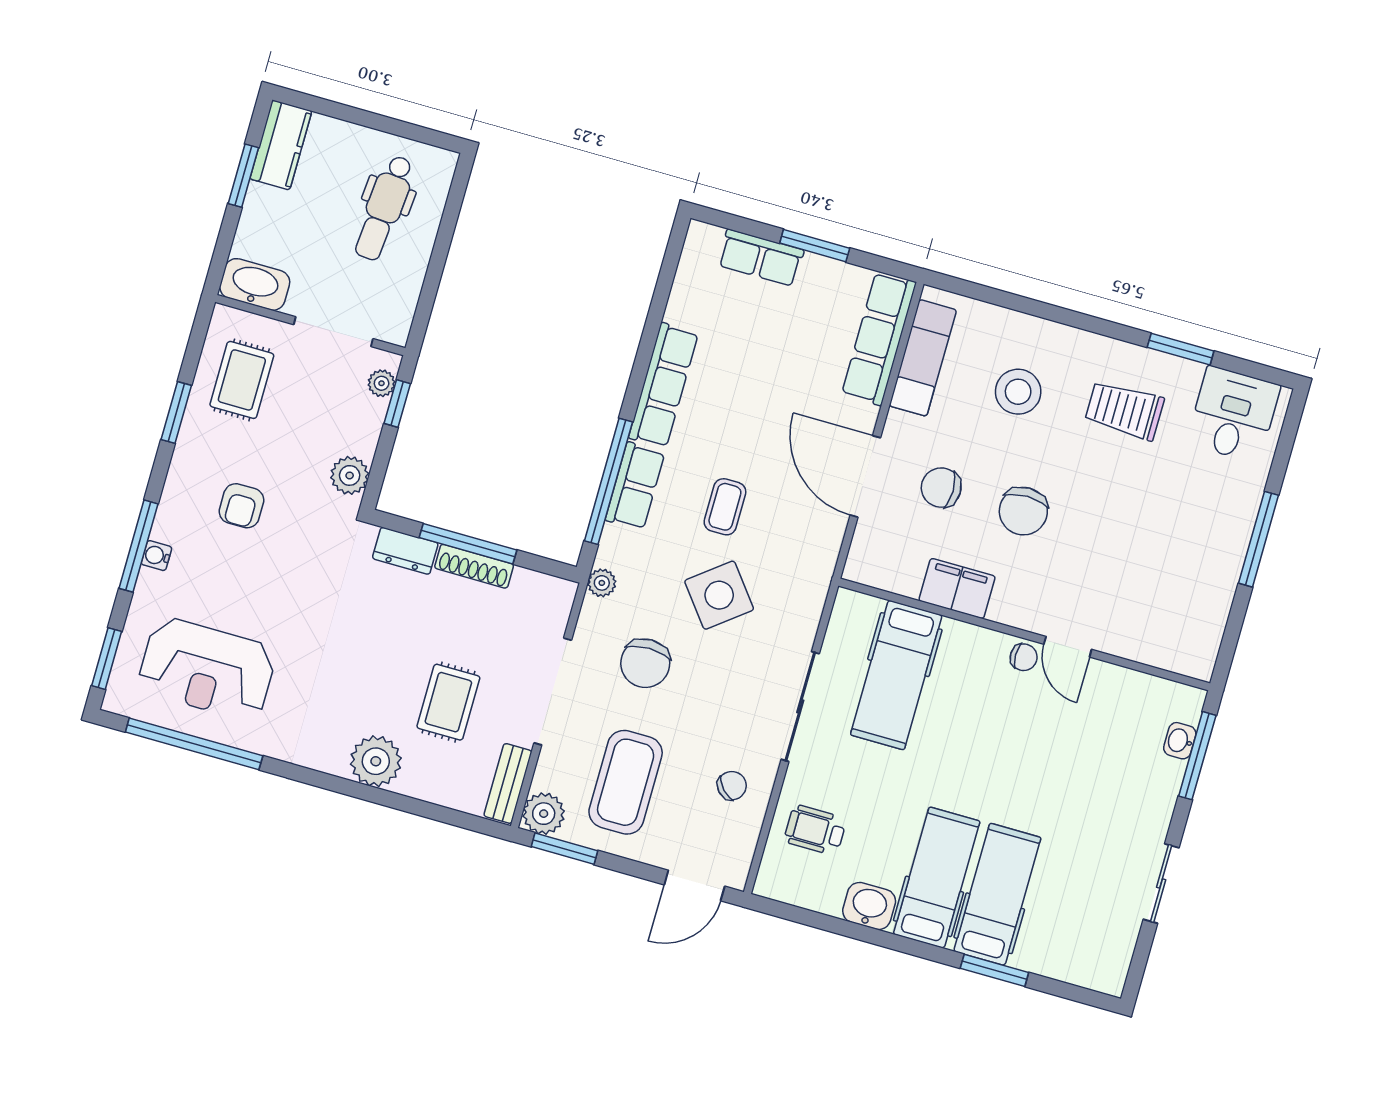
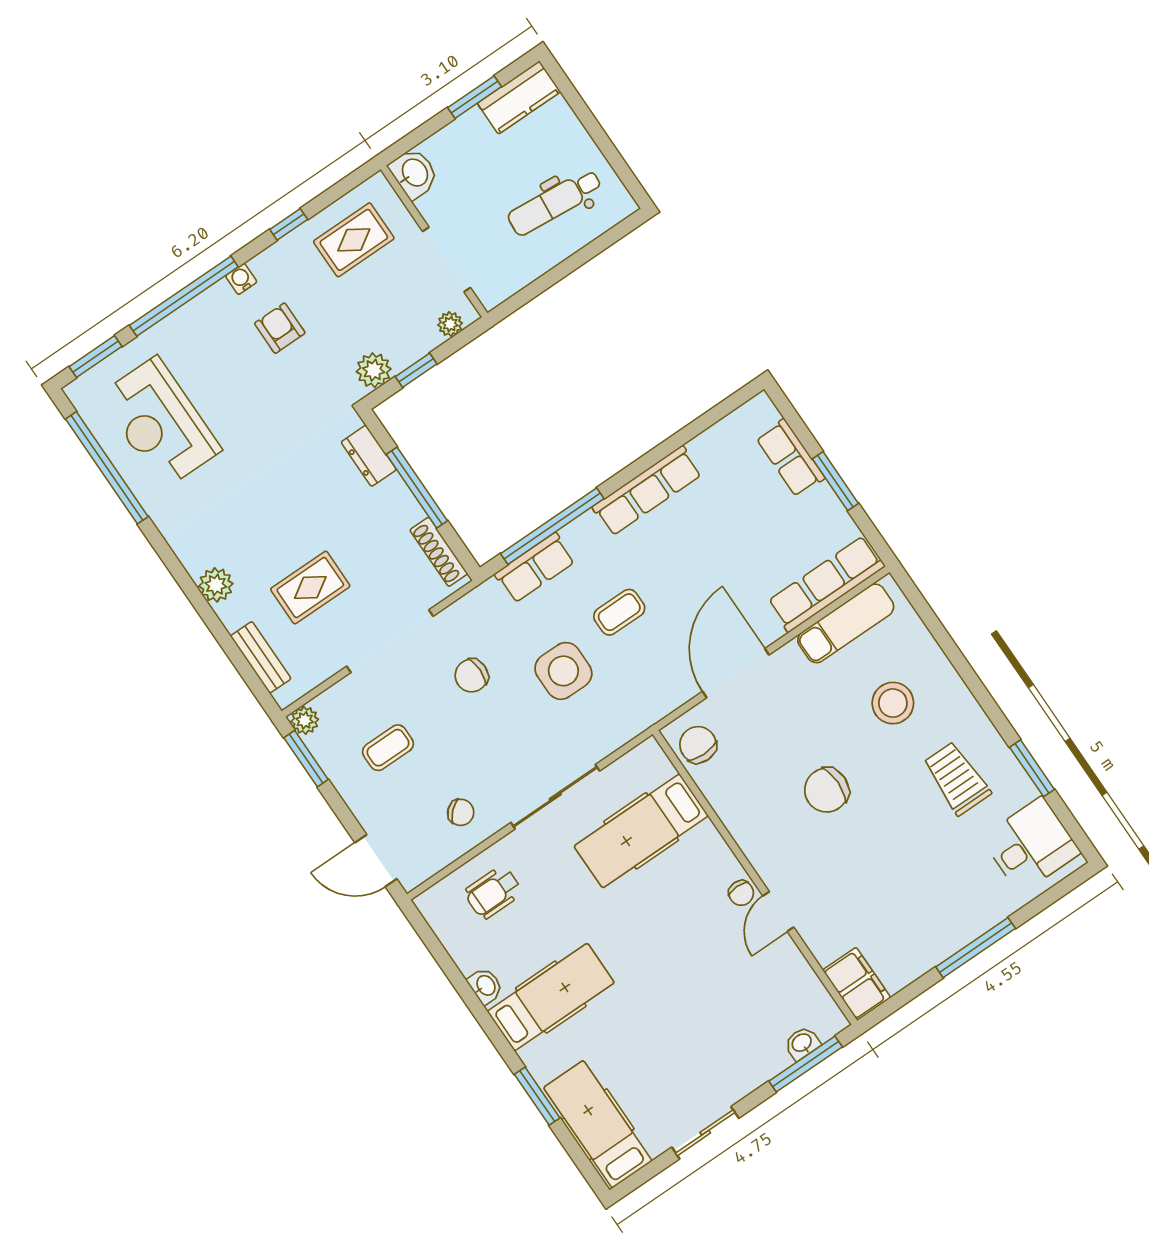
washbasin: (255, 284) -> (414, 173), width x0.72
window: (397, 404) -> (416, 370), moved
window: (176, 412) -> (289, 224), width x0.67
row of seats: (635, 486) -> (535, 568), moved
chair: (941, 488) -> (698, 745), moved
armchair: (241, 506) -> (280, 328), turned 90
window: (138, 546) -> (184, 296), width x1.46
water cooler: (156, 556) -> (241, 279), moved
shoe rack: (474, 566) -> (439, 552), moved
plant: (602, 583) -> (488, 594), removed
filing cabinet: (957, 588) -> (857, 984), moved
side table: (719, 595) -> (563, 671), turned 38
chair: (645, 663) -> (472, 676), width x0.73, depth x0.73
plant: (376, 761) -> (216, 585), width x0.73, depth x0.73
coffee table: (626, 782) -> (388, 748), width x0.54, depth x0.58
bench: (508, 783) -> (261, 657), moved, turned 90
plant: (544, 814) -> (305, 720), width x0.73, depth x0.73
wheelchair: (815, 830) -> (493, 892), turned -90
hospital bed: (997, 894) -> (598, 1124), moved, turned -90
washbasin: (869, 906) -> (485, 986), width x0.72, depth x0.69

